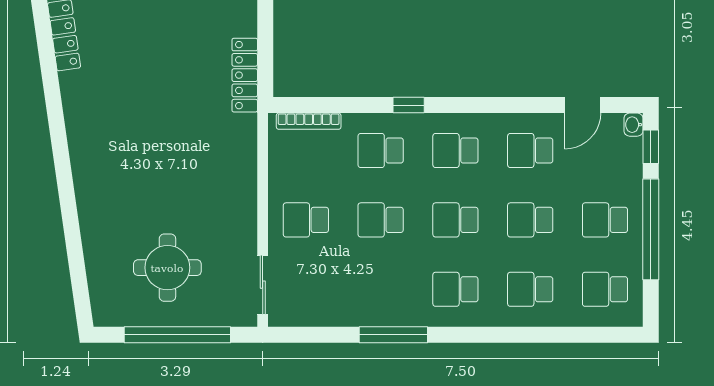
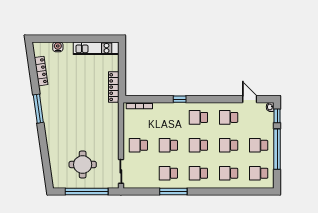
door: (583, 105) -> (250, 99), swing flipped
window: (57, 129) -> (38, 109), added
school desk: (381, 150) -> (168, 173), moved

